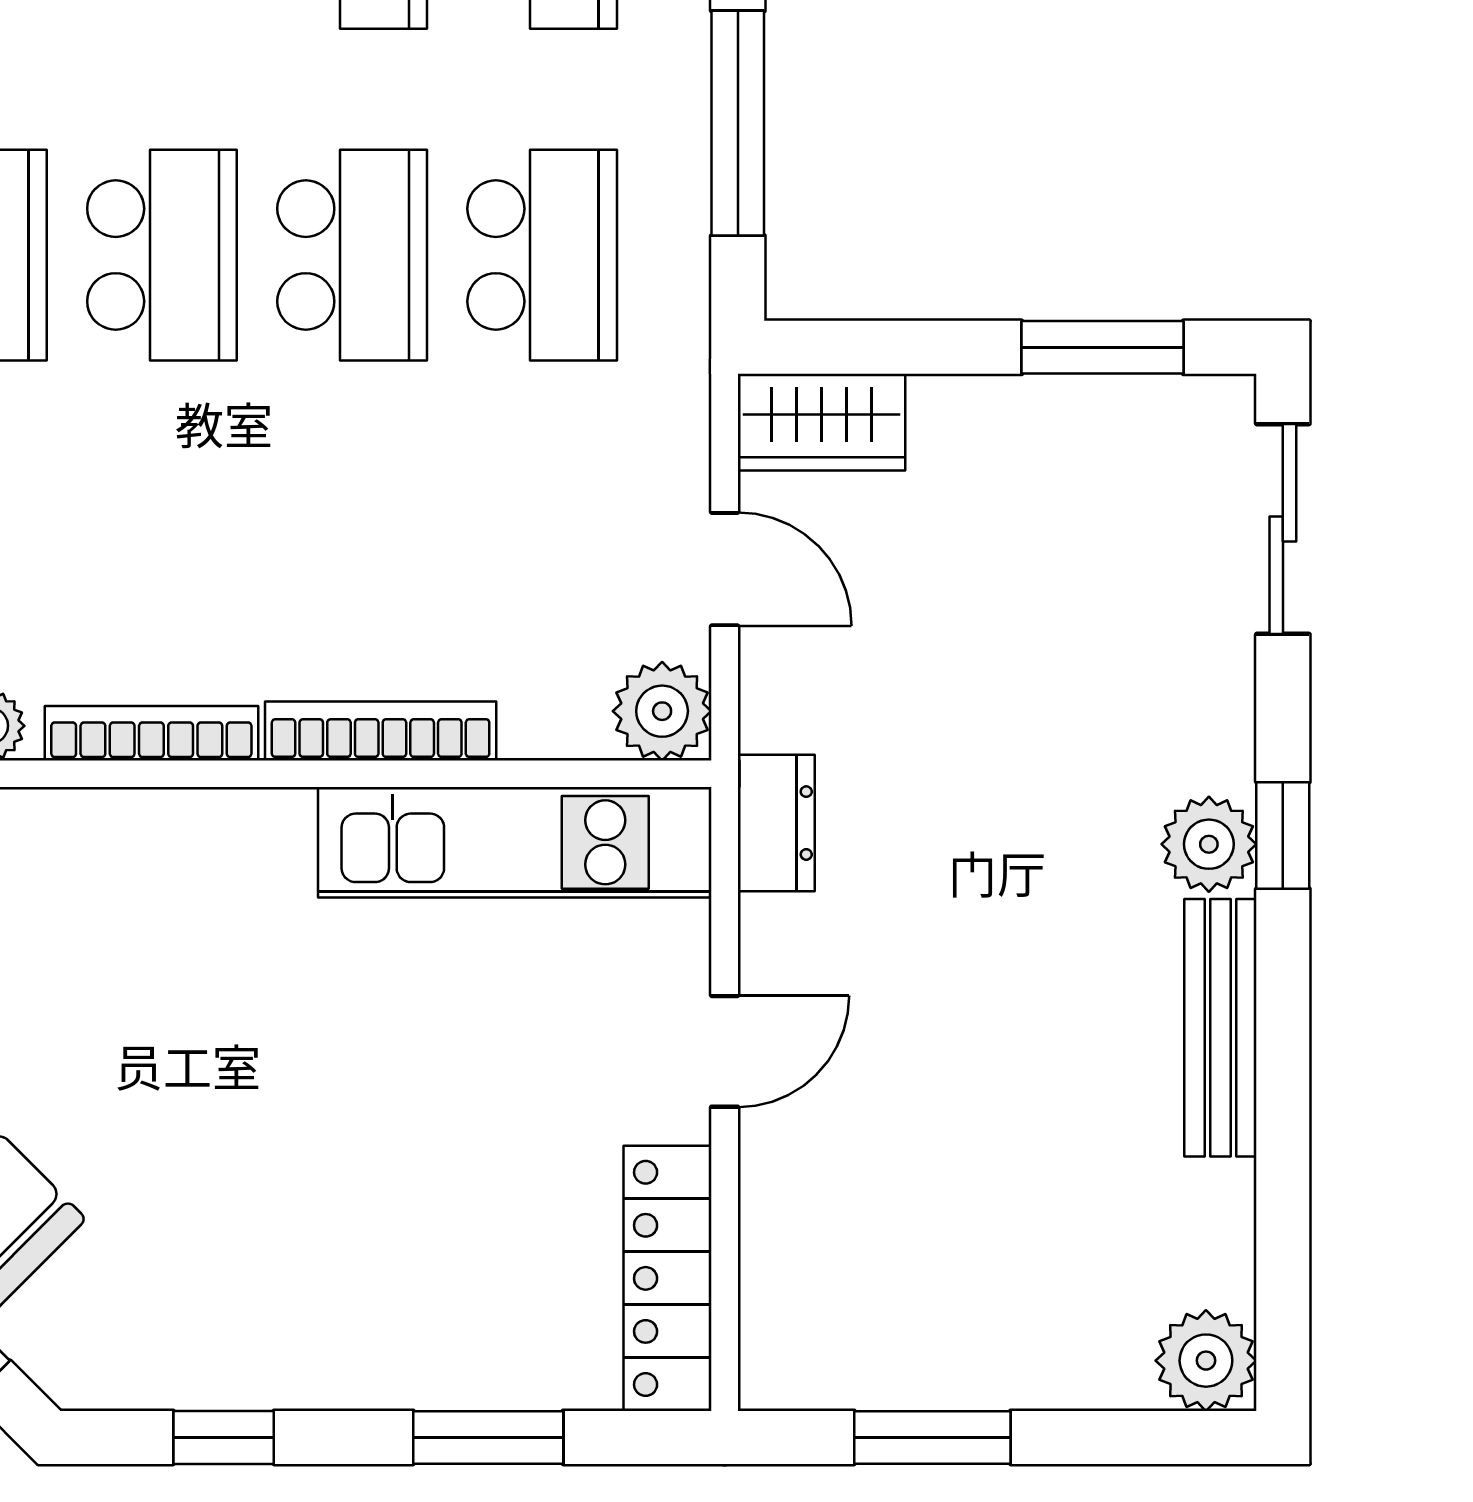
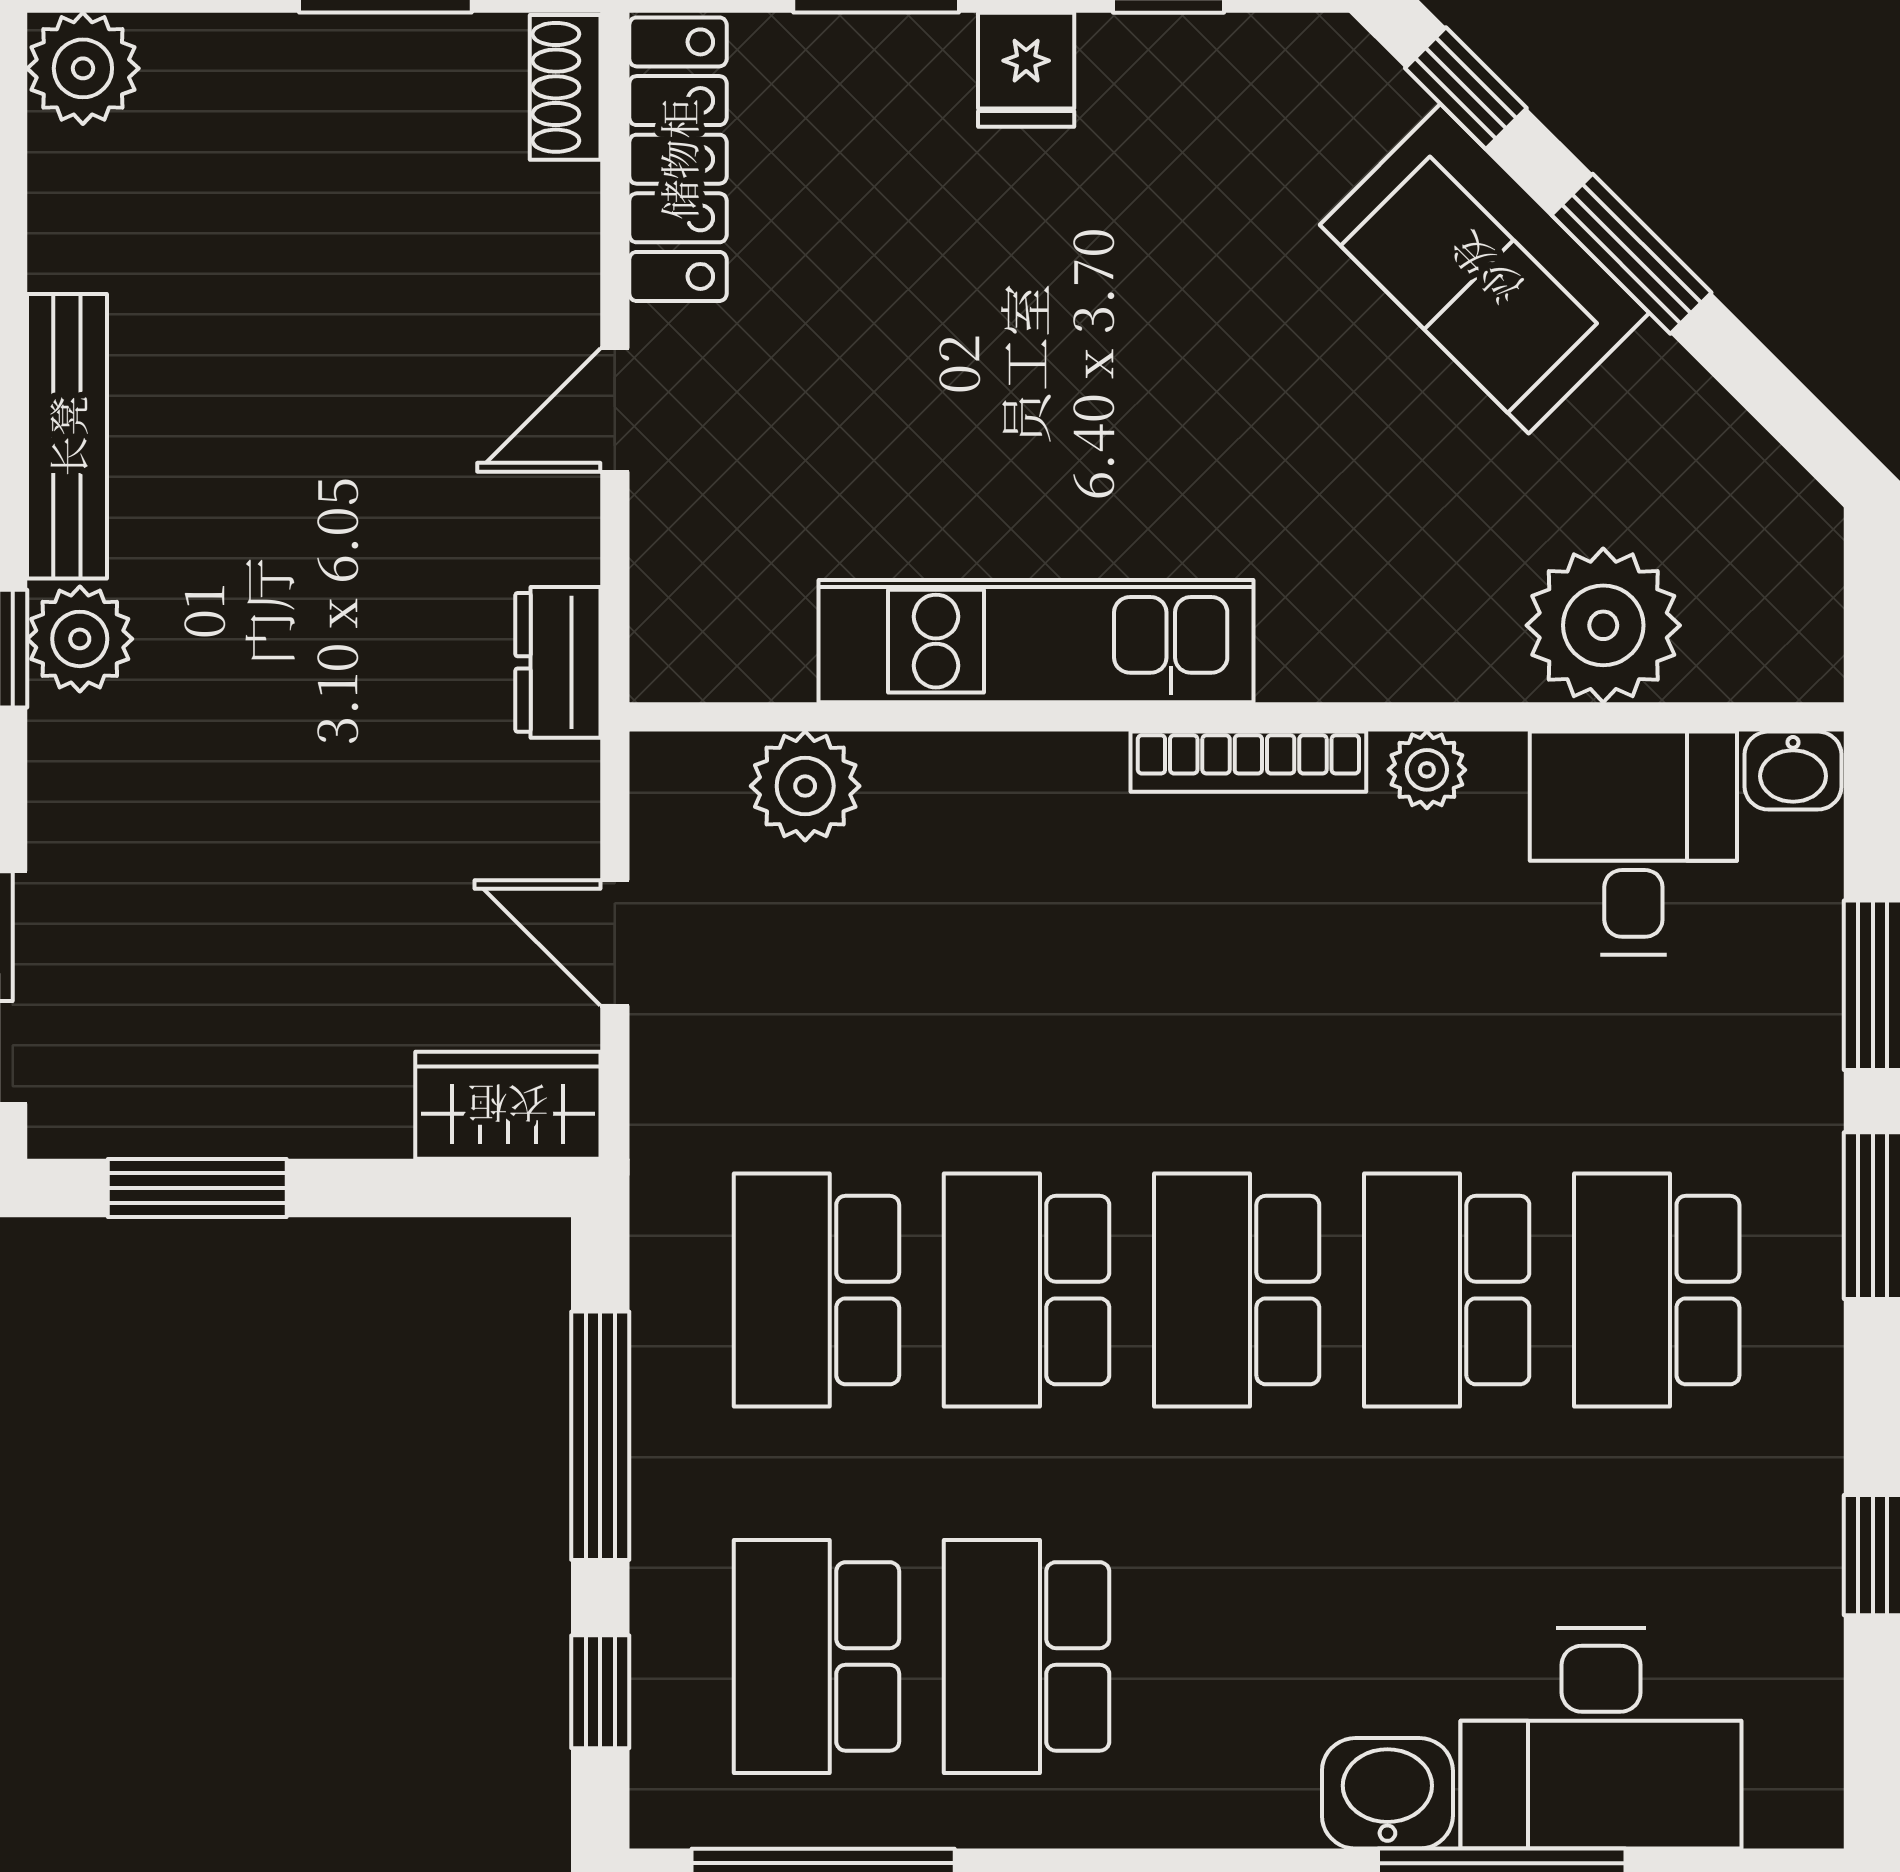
plant: (662, 711) -> (805, 786), moved
bookcase: (381, 731) -> (995, 764), removed
kitchen unit: (515, 842) -> (1036, 641), moved
shoe rack: (770, 1343) -> (565, 87), added
fridge: (352, 1359) -> (1026, 70), added

